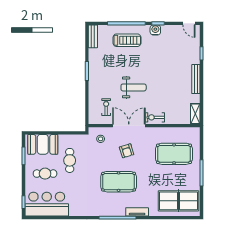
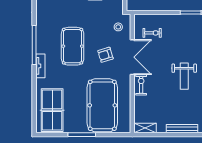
weight bench: (134, 87) -> (184, 76), moved
pool table: (174, 154) -> (102, 105), width x1.36, depth x1.32

